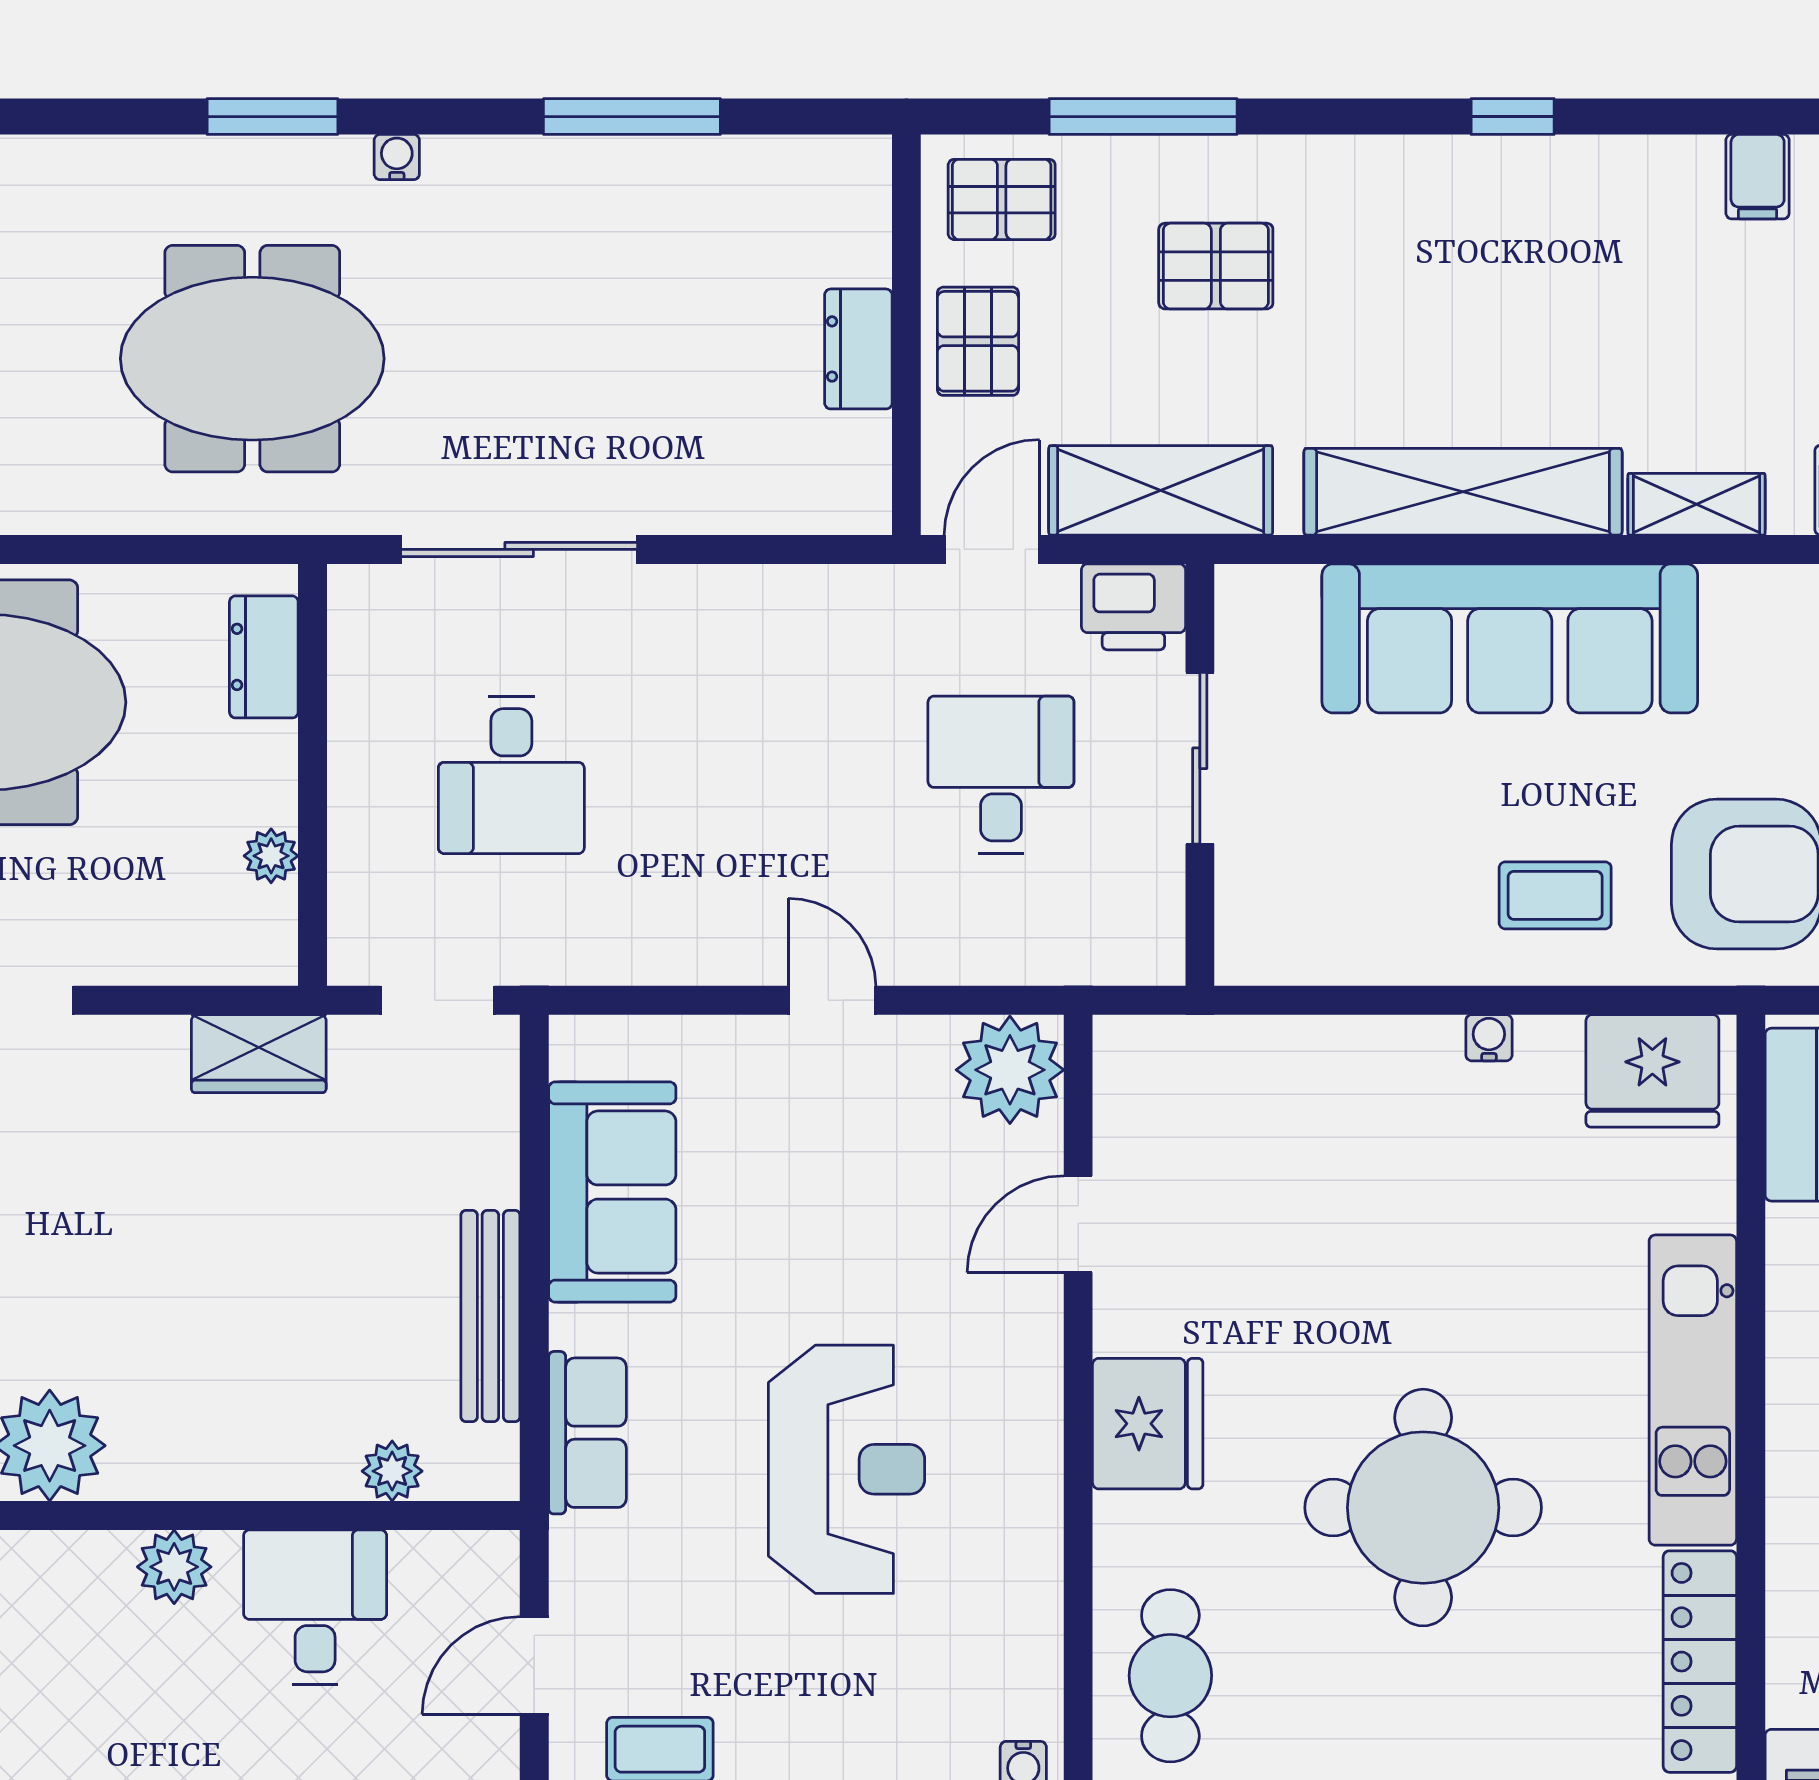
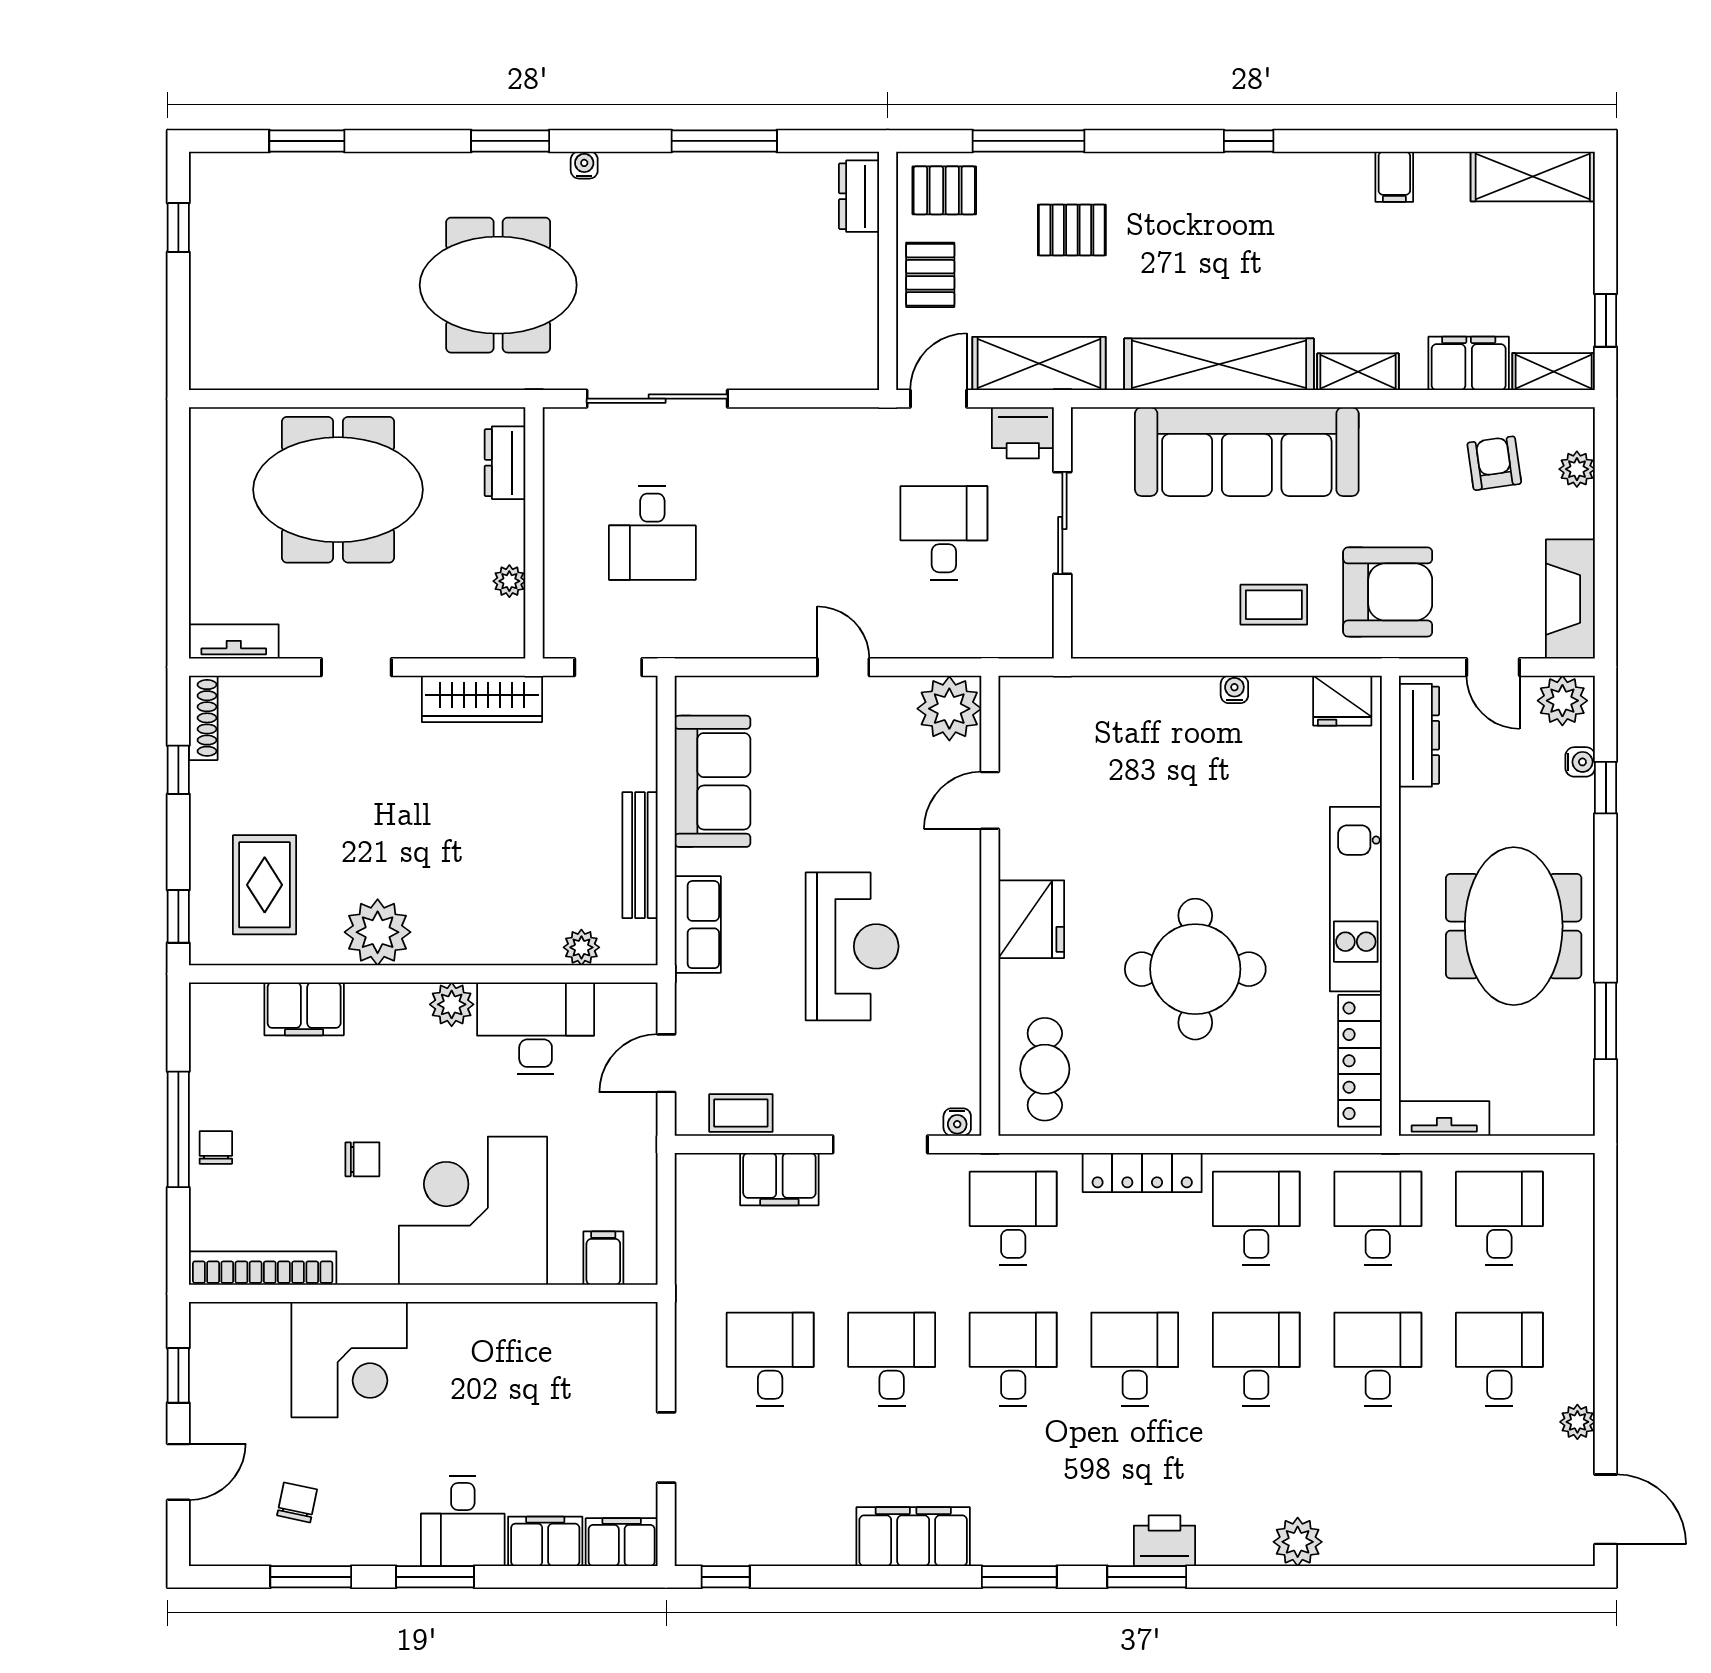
dresser: (858, 349) -> (859, 196), moved
wardrobe: (259, 1054) -> (482, 699), width x1.50
fridge: (1652, 1071) -> (1342, 701), width x0.73, depth x0.75
desk: (315, 1607) -> (536, 1028), width x1.37

